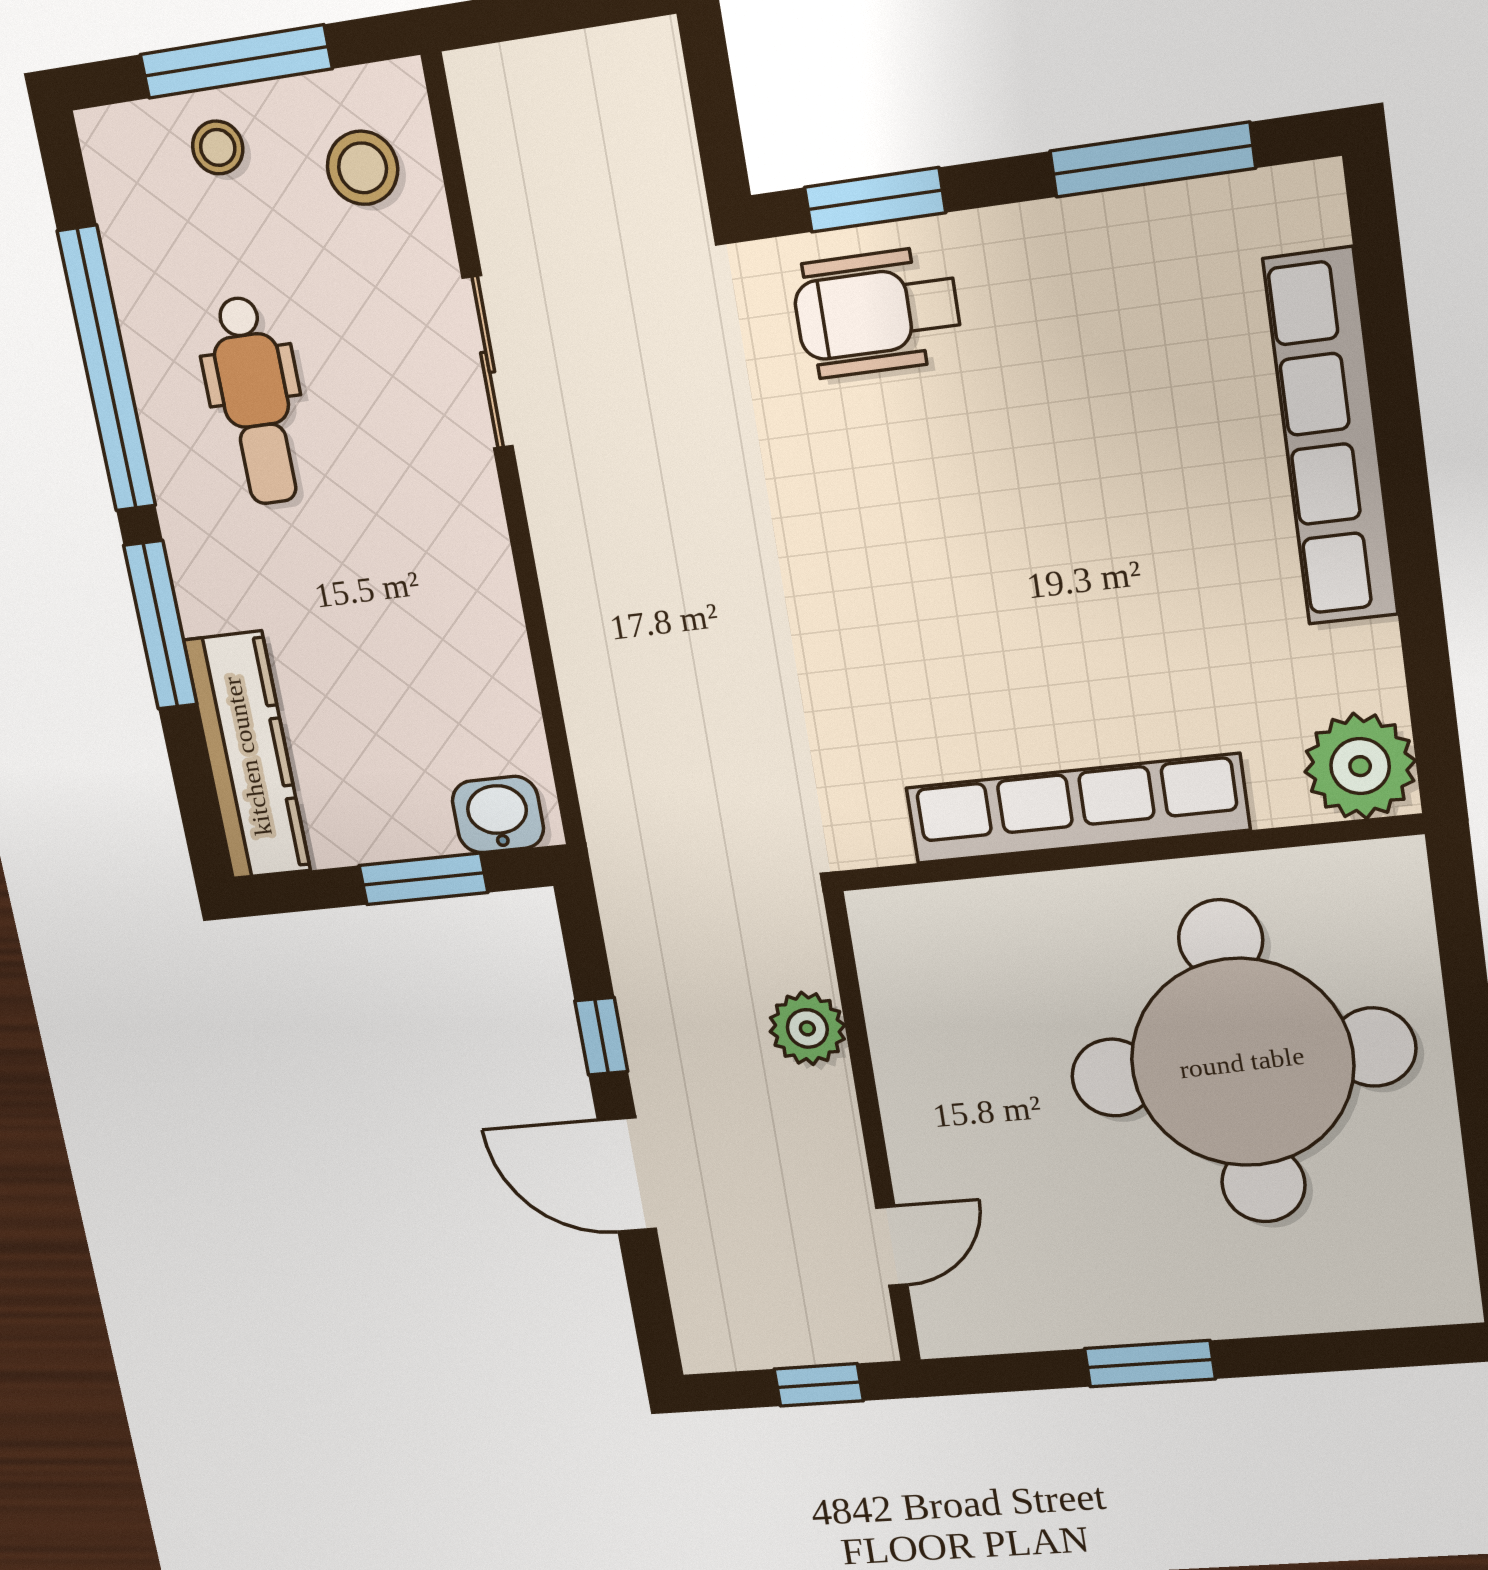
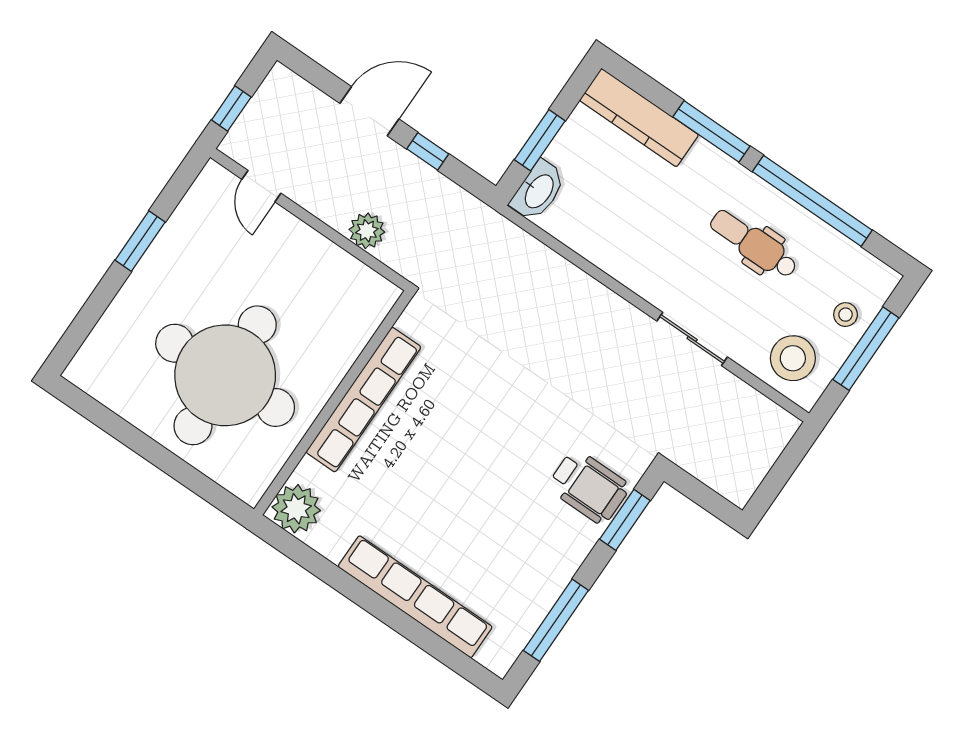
stool: (363, 168) -> (793, 358), width x1.38, depth x1.38
wheelchair: (877, 312) -> (589, 487), turned 90
washbasin: (498, 815) -> (538, 191), width x1.38

